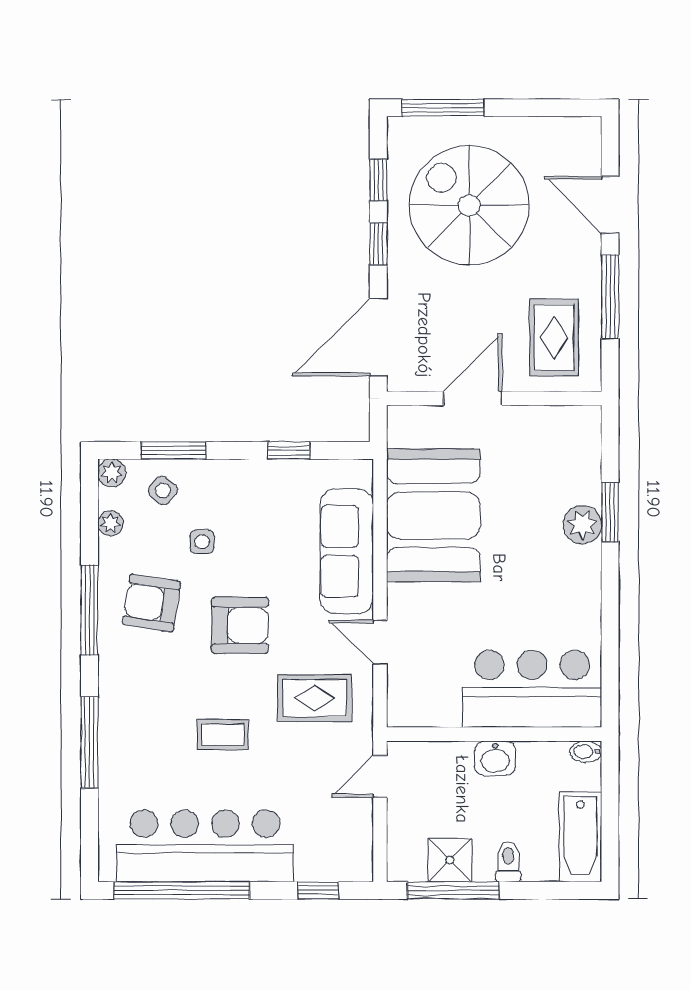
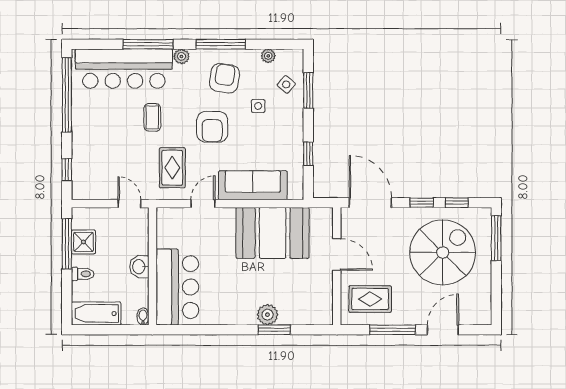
plant: (112, 473) -> (182, 56), moved
bar counter: (205, 846) -> (124, 69), moved, turned 90

